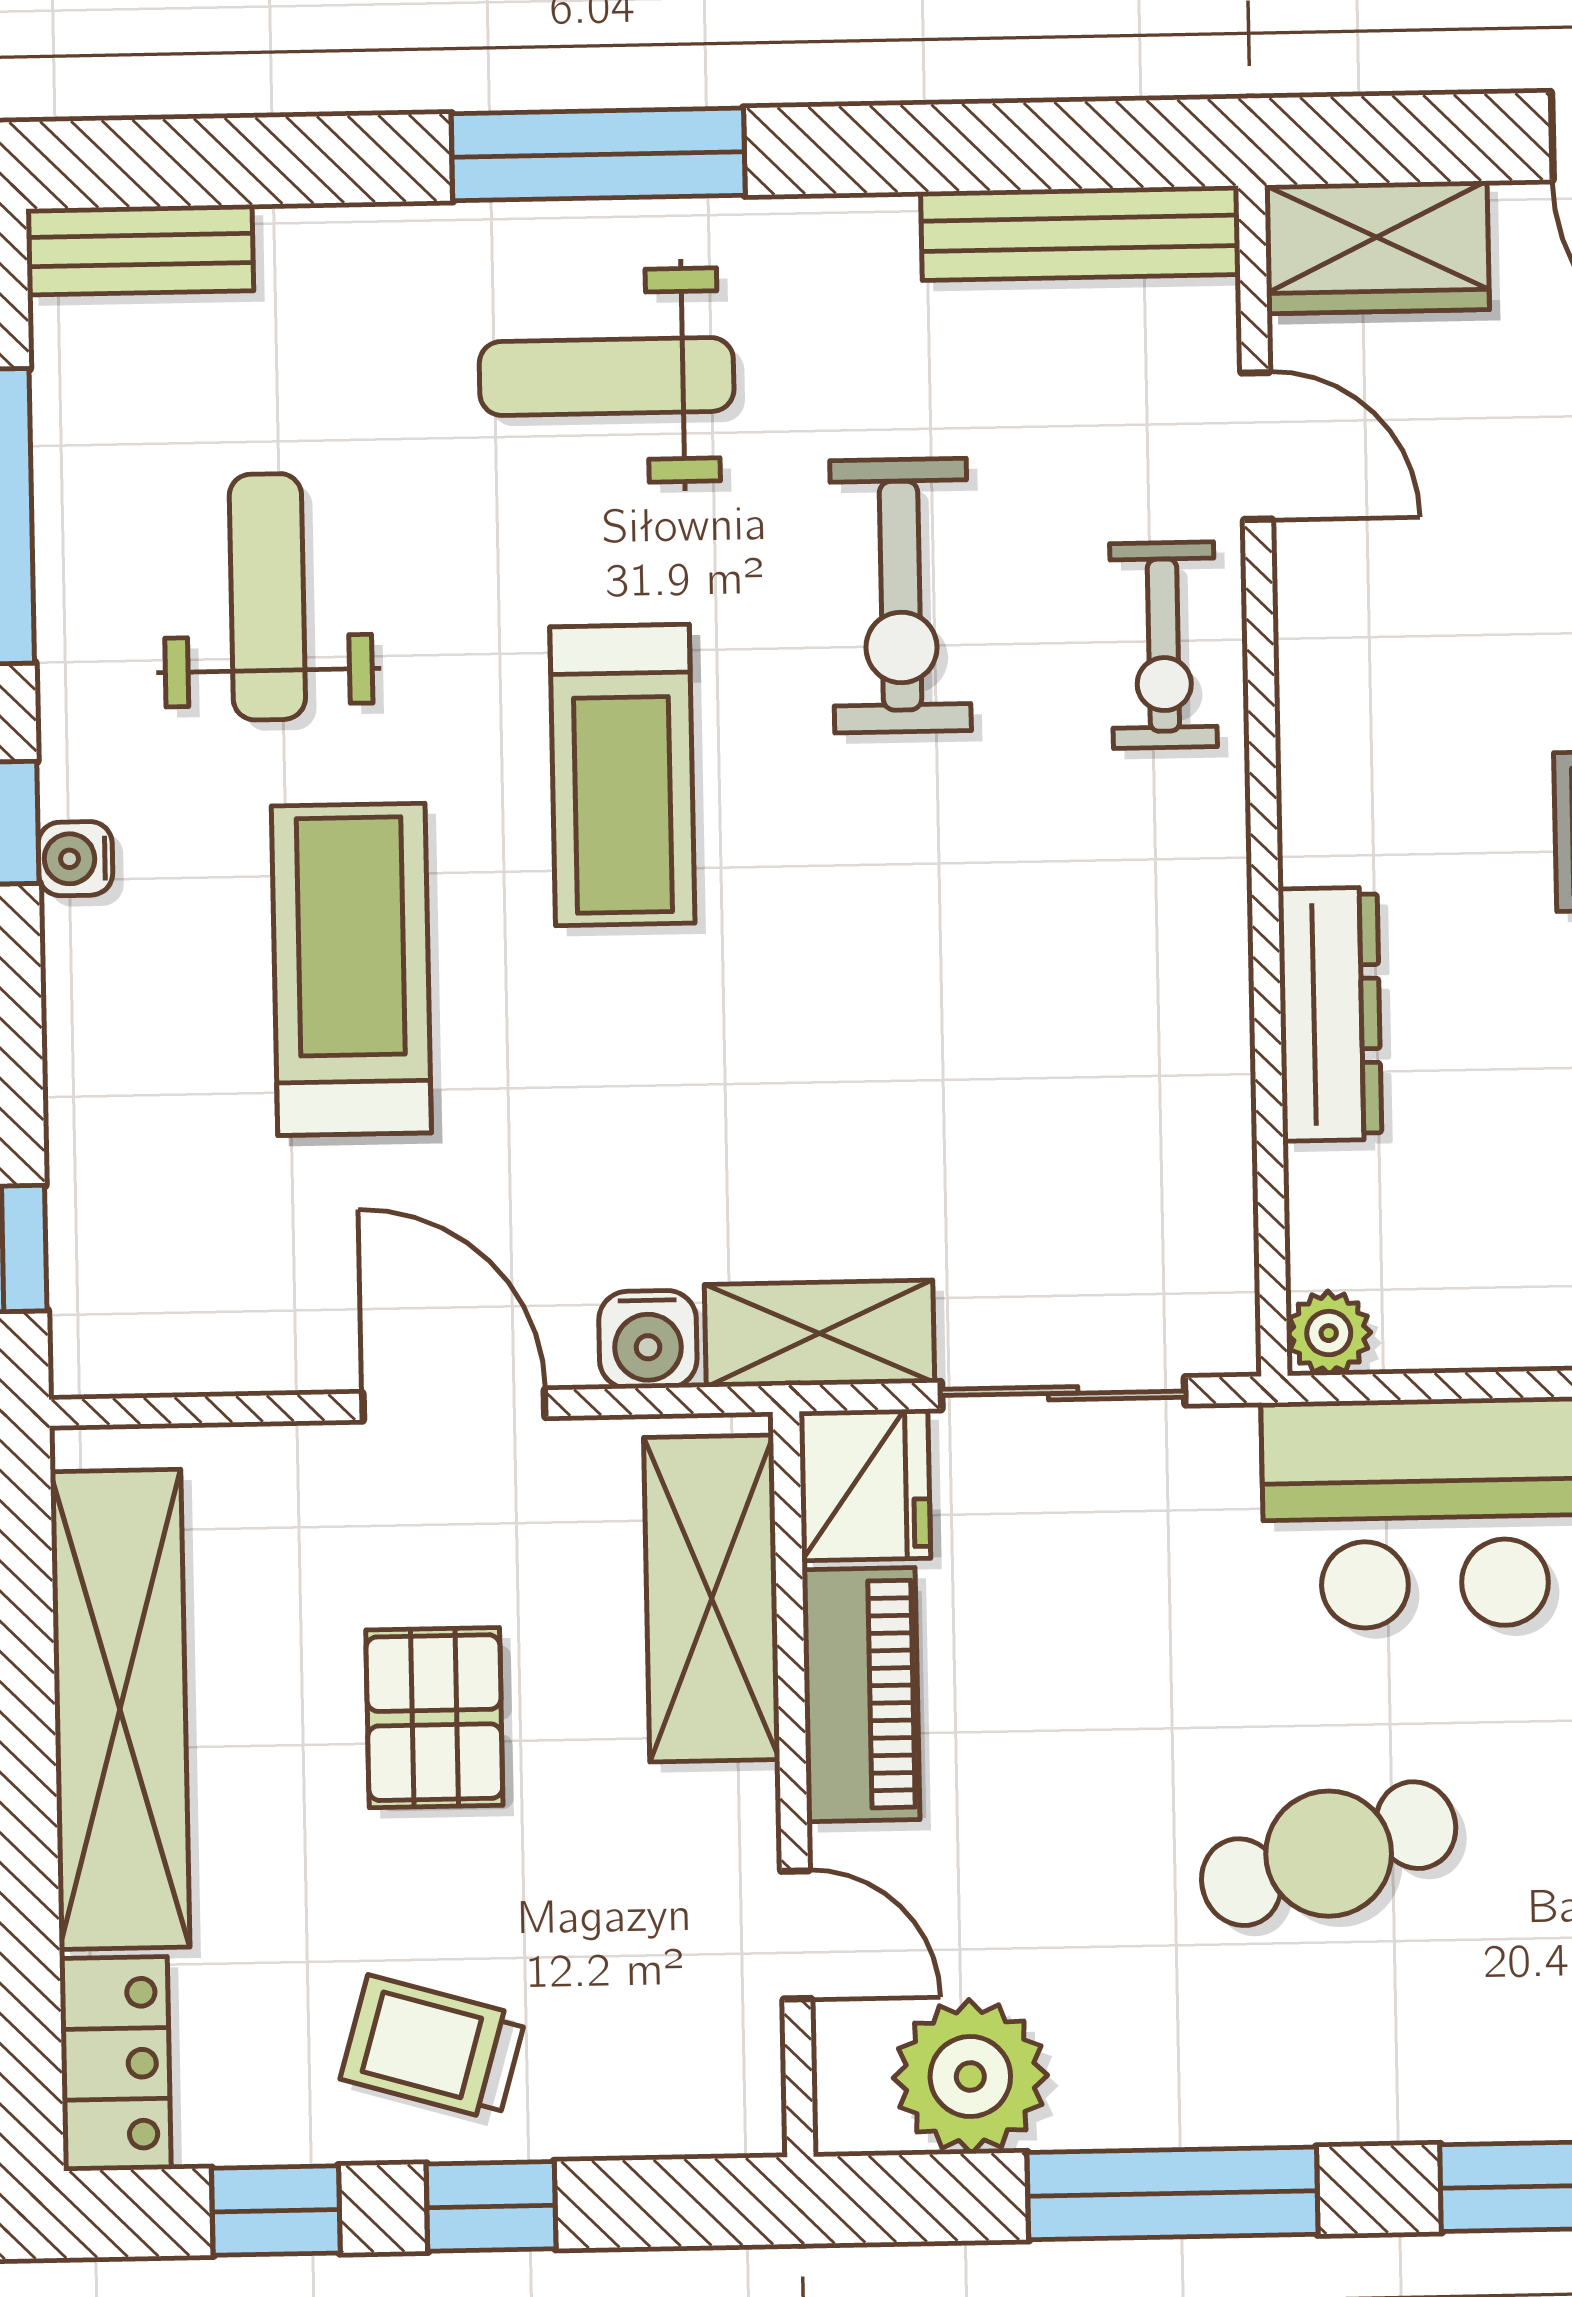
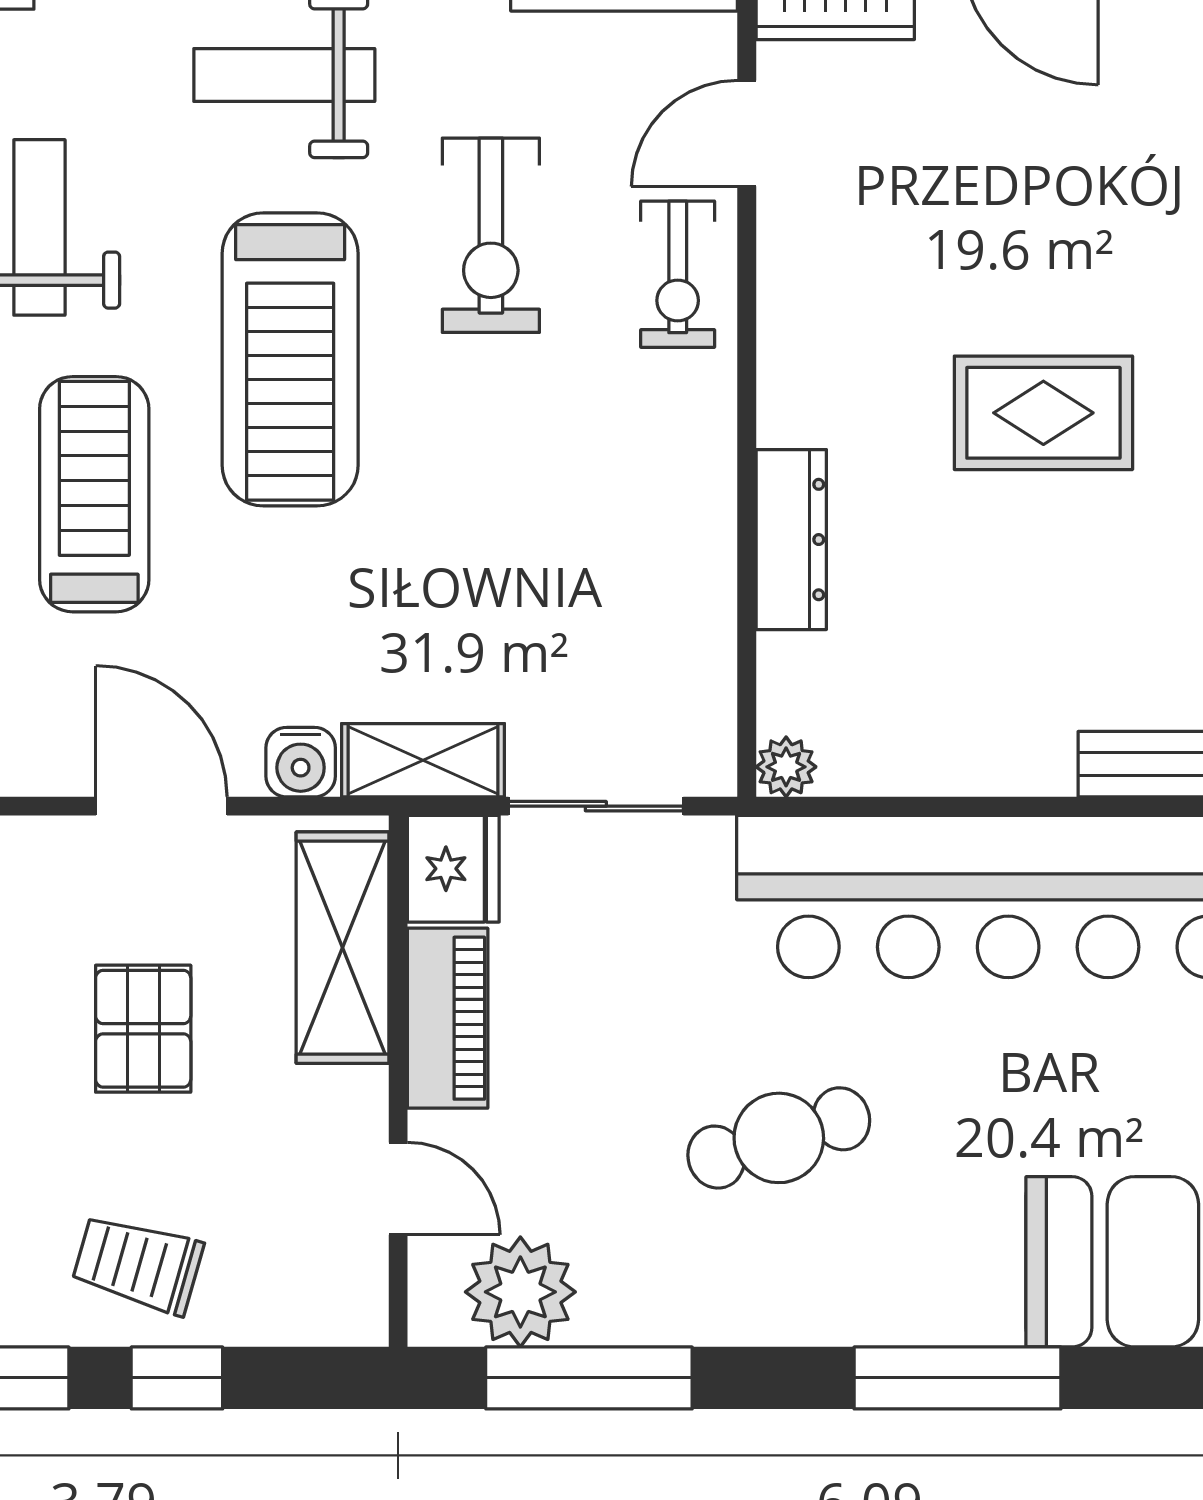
door: (1257, 446) -> (747, 133), swing flipped
treadmill: (622, 775) -> (290, 359), width x1.37, depth x1.38
window: (1173, 2193) -> (589, 1378), moved

